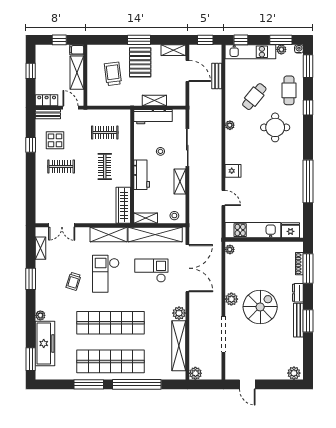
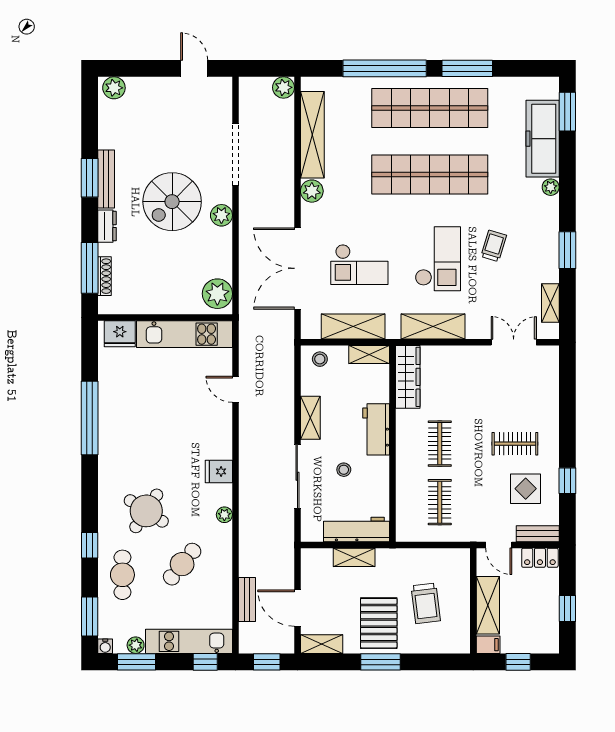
round table: (275, 127) -> (146, 511), turned 33
clothes rail: (105, 132) -> (440, 502), turned 90
fridge: (233, 171) -> (219, 471), moved
shelving: (155, 234) -> (353, 327), width x0.68
plant: (230, 249) -> (217, 294), width x1.88, depth x1.88

